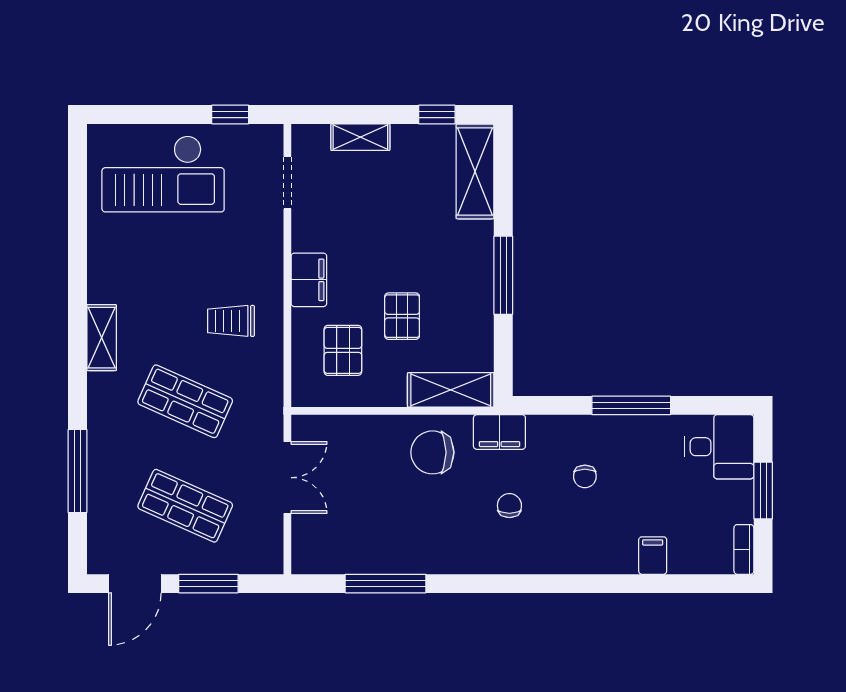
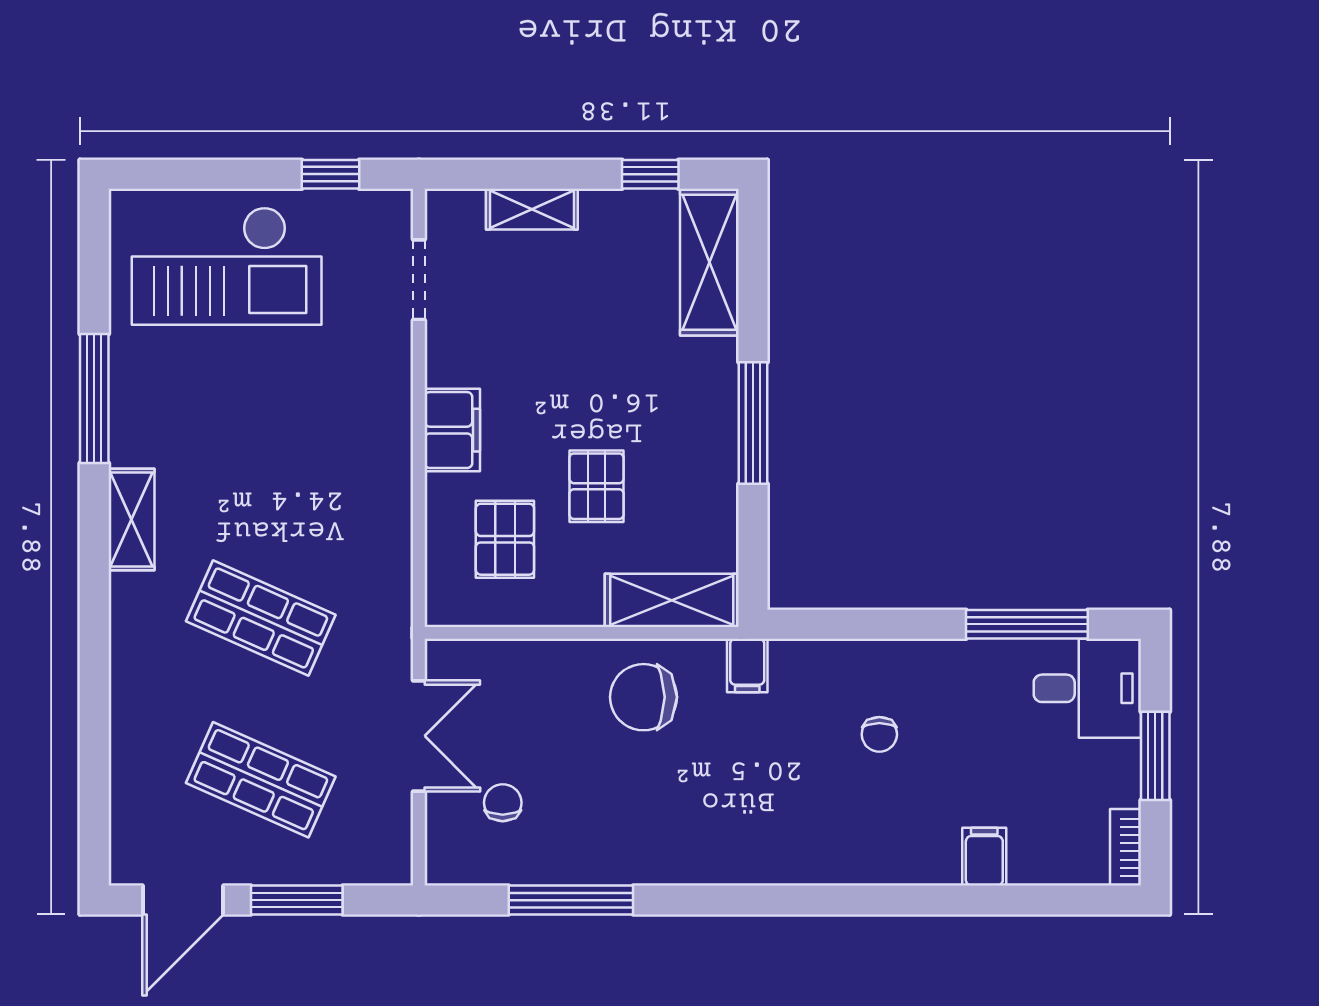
trolley: (231, 321) -> (332, 494), removed
window: (631, 405) -> (1027, 624), moved
filing cabinet: (499, 432) -> (747, 665), width x0.50
window: (78, 471) -> (94, 399), moved
chair: (509, 506) -> (503, 803), moved

